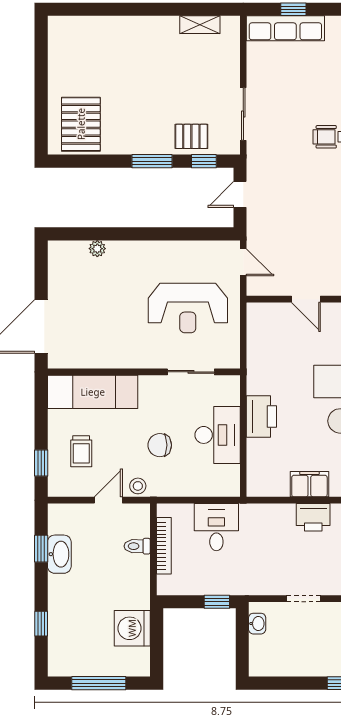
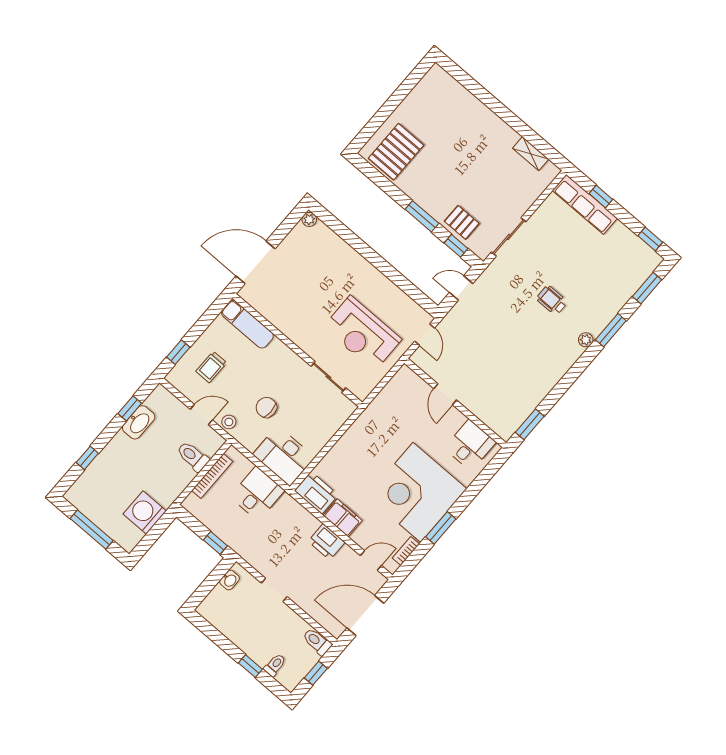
plant: (97, 249) -> (309, 219), moved
exam couch: (93, 392) -> (247, 324), width x0.73, depth x0.69
printer: (261, 416) -> (317, 493), moved, turned -90
desk: (218, 435) -> (284, 456), moved, turned 90
toilet: (137, 546) -> (193, 456), width x1.37, depth x1.39

